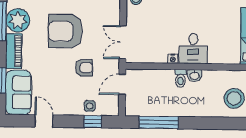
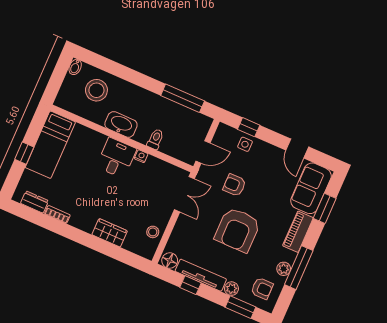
plant: (18, 20) -> (284, 269), width x0.53, depth x0.53
armchair: (65, 31) -> (237, 230), turned 90
washbasin: (195, 76) -> (121, 124), width x1.91, depth x1.45
toilet: (180, 78) -> (155, 139), moved

